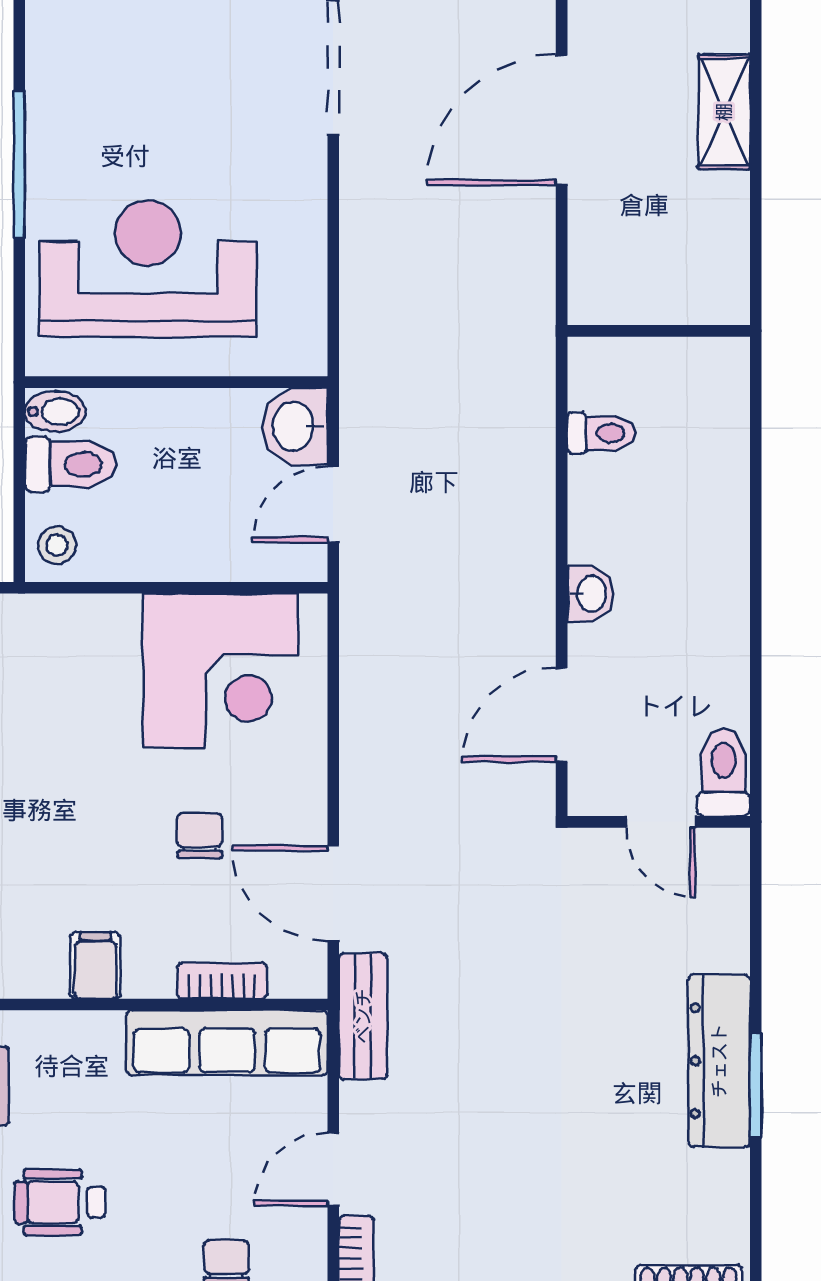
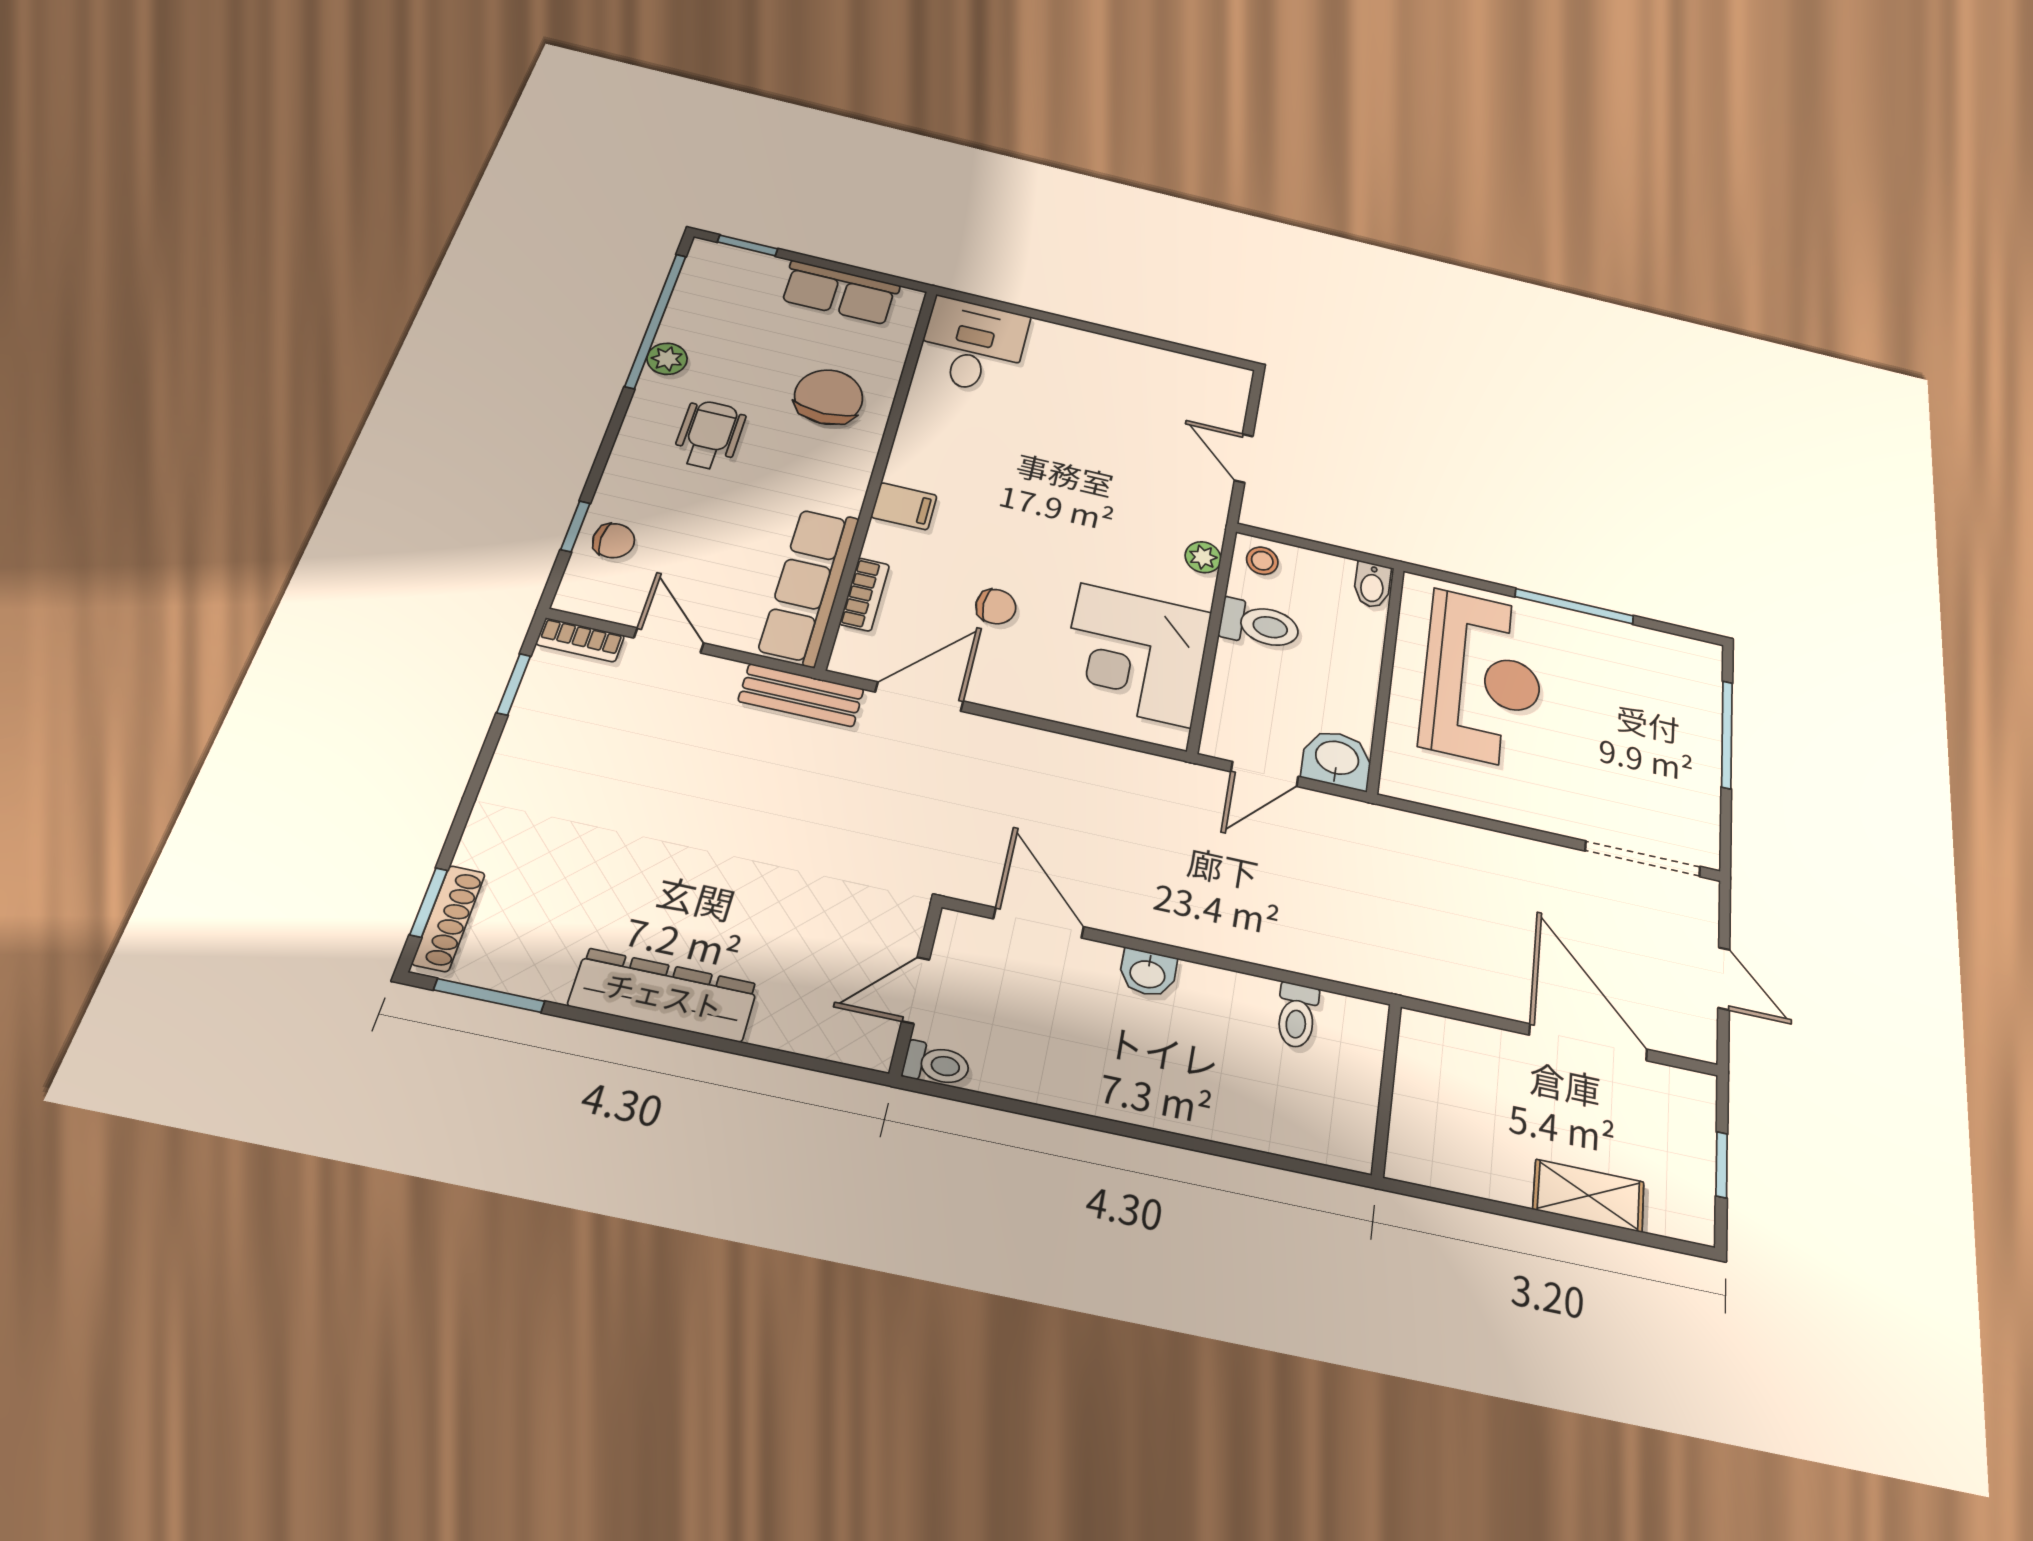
toilet: (71, 464) -> (1260, 625), moved, turned -90
door: (333, 504) -> (1265, 774), swing flipped
plant: (71, 615) -> (1203, 557), added
toilet: (723, 772) -> (937, 1064), width x0.73, depth x0.72
window: (756, 1085) -> (489, 996), moved

